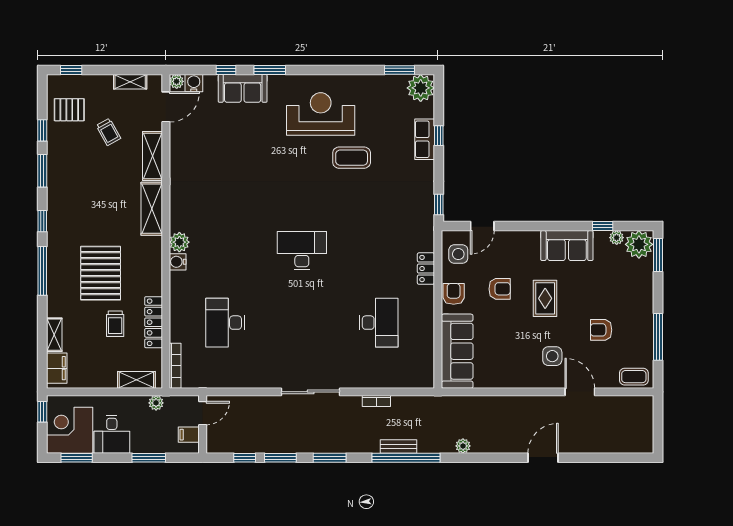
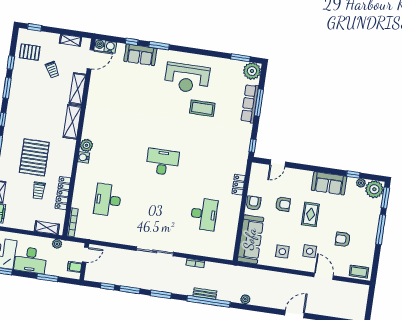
reception desk: (321, 114) -> (187, 78), turned 180
window: (439, 136) -> (259, 103), width x2.17
row of seats: (425, 139) -> (250, 103), width x1.48
side table: (458, 254) -> (282, 252), moved
window: (658, 337) -> (381, 230), moved
desk: (112, 434) -> (30, 260), width x1.37

